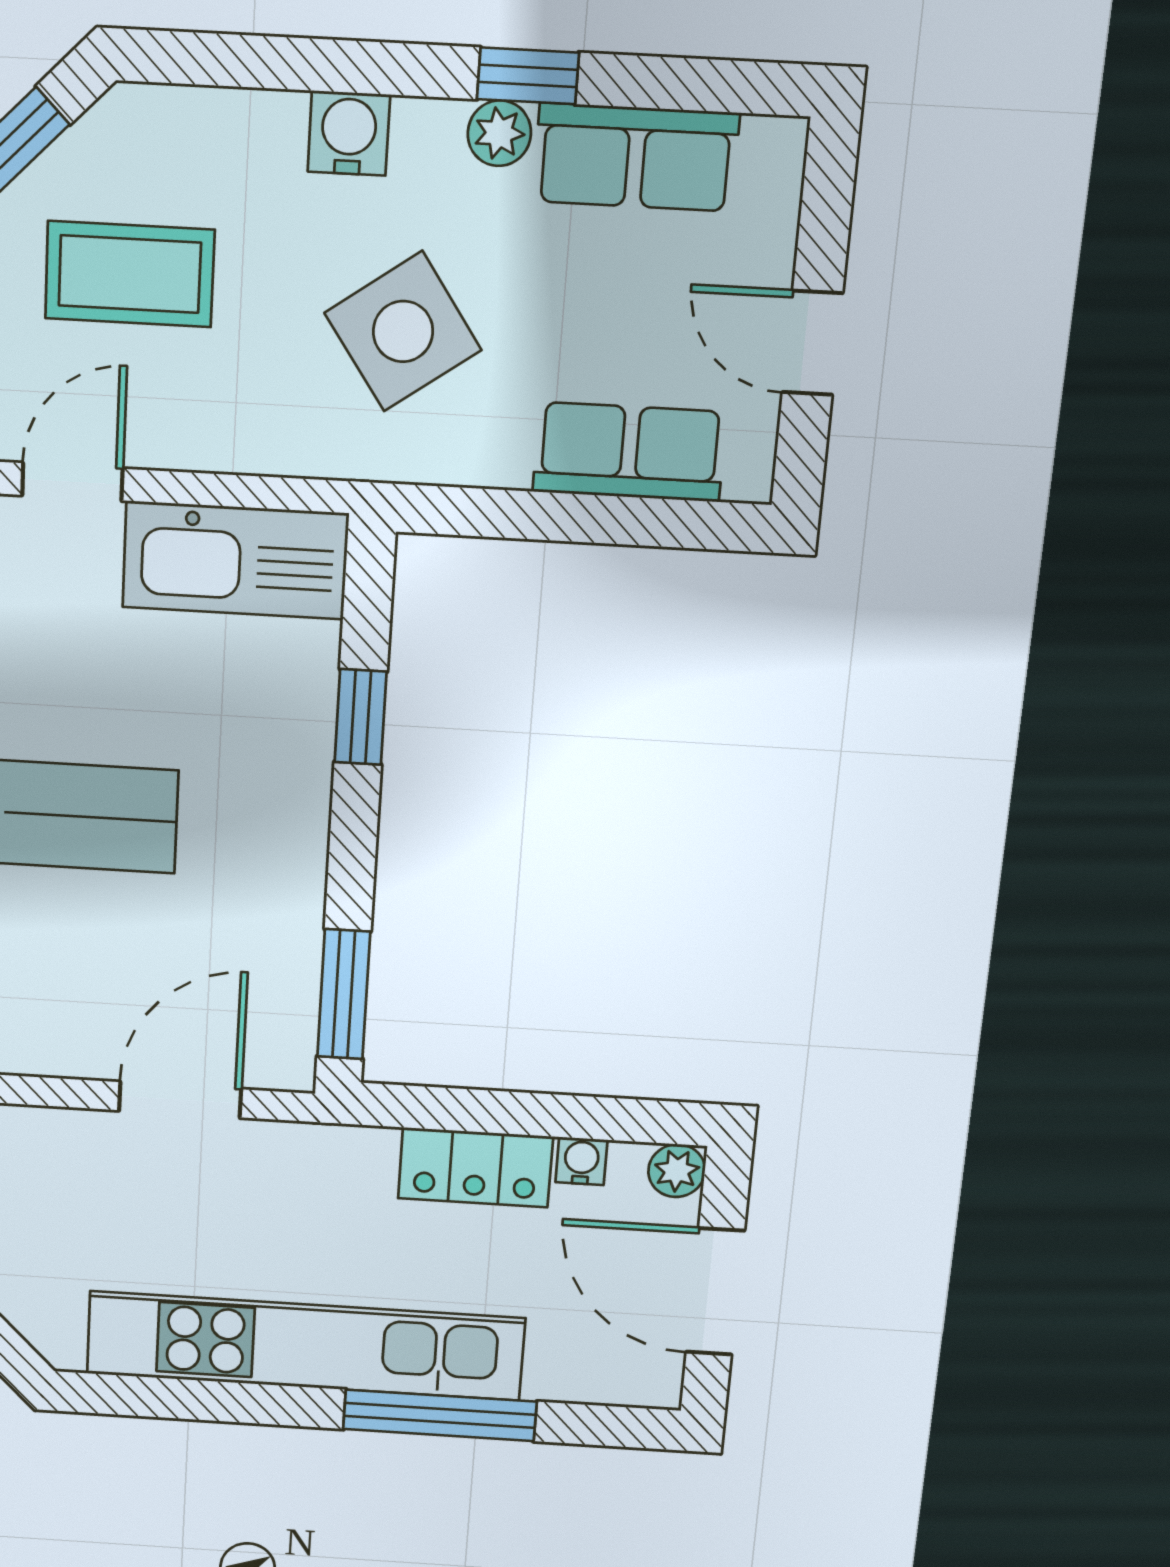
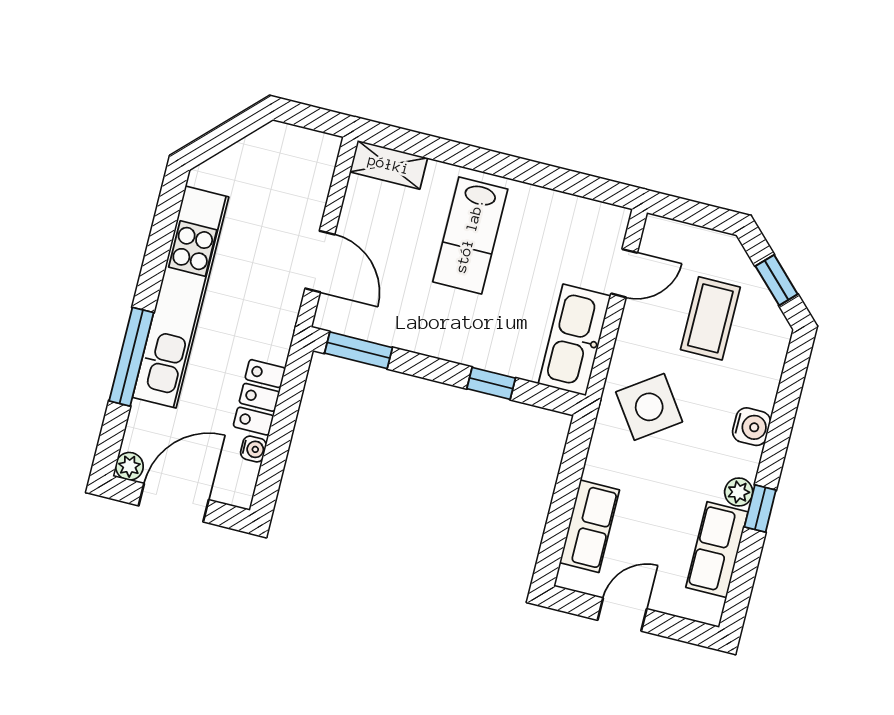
side table: (403, 331) -> (649, 407), moved
door: (72, 482) -> (624, 273), hinge flipped
plant: (677, 1171) -> (129, 466), moved

